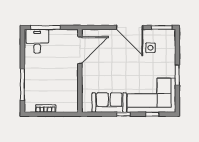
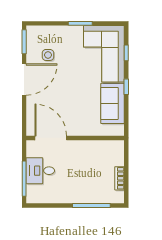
desk: (37, 41) -> (40, 171), moved

